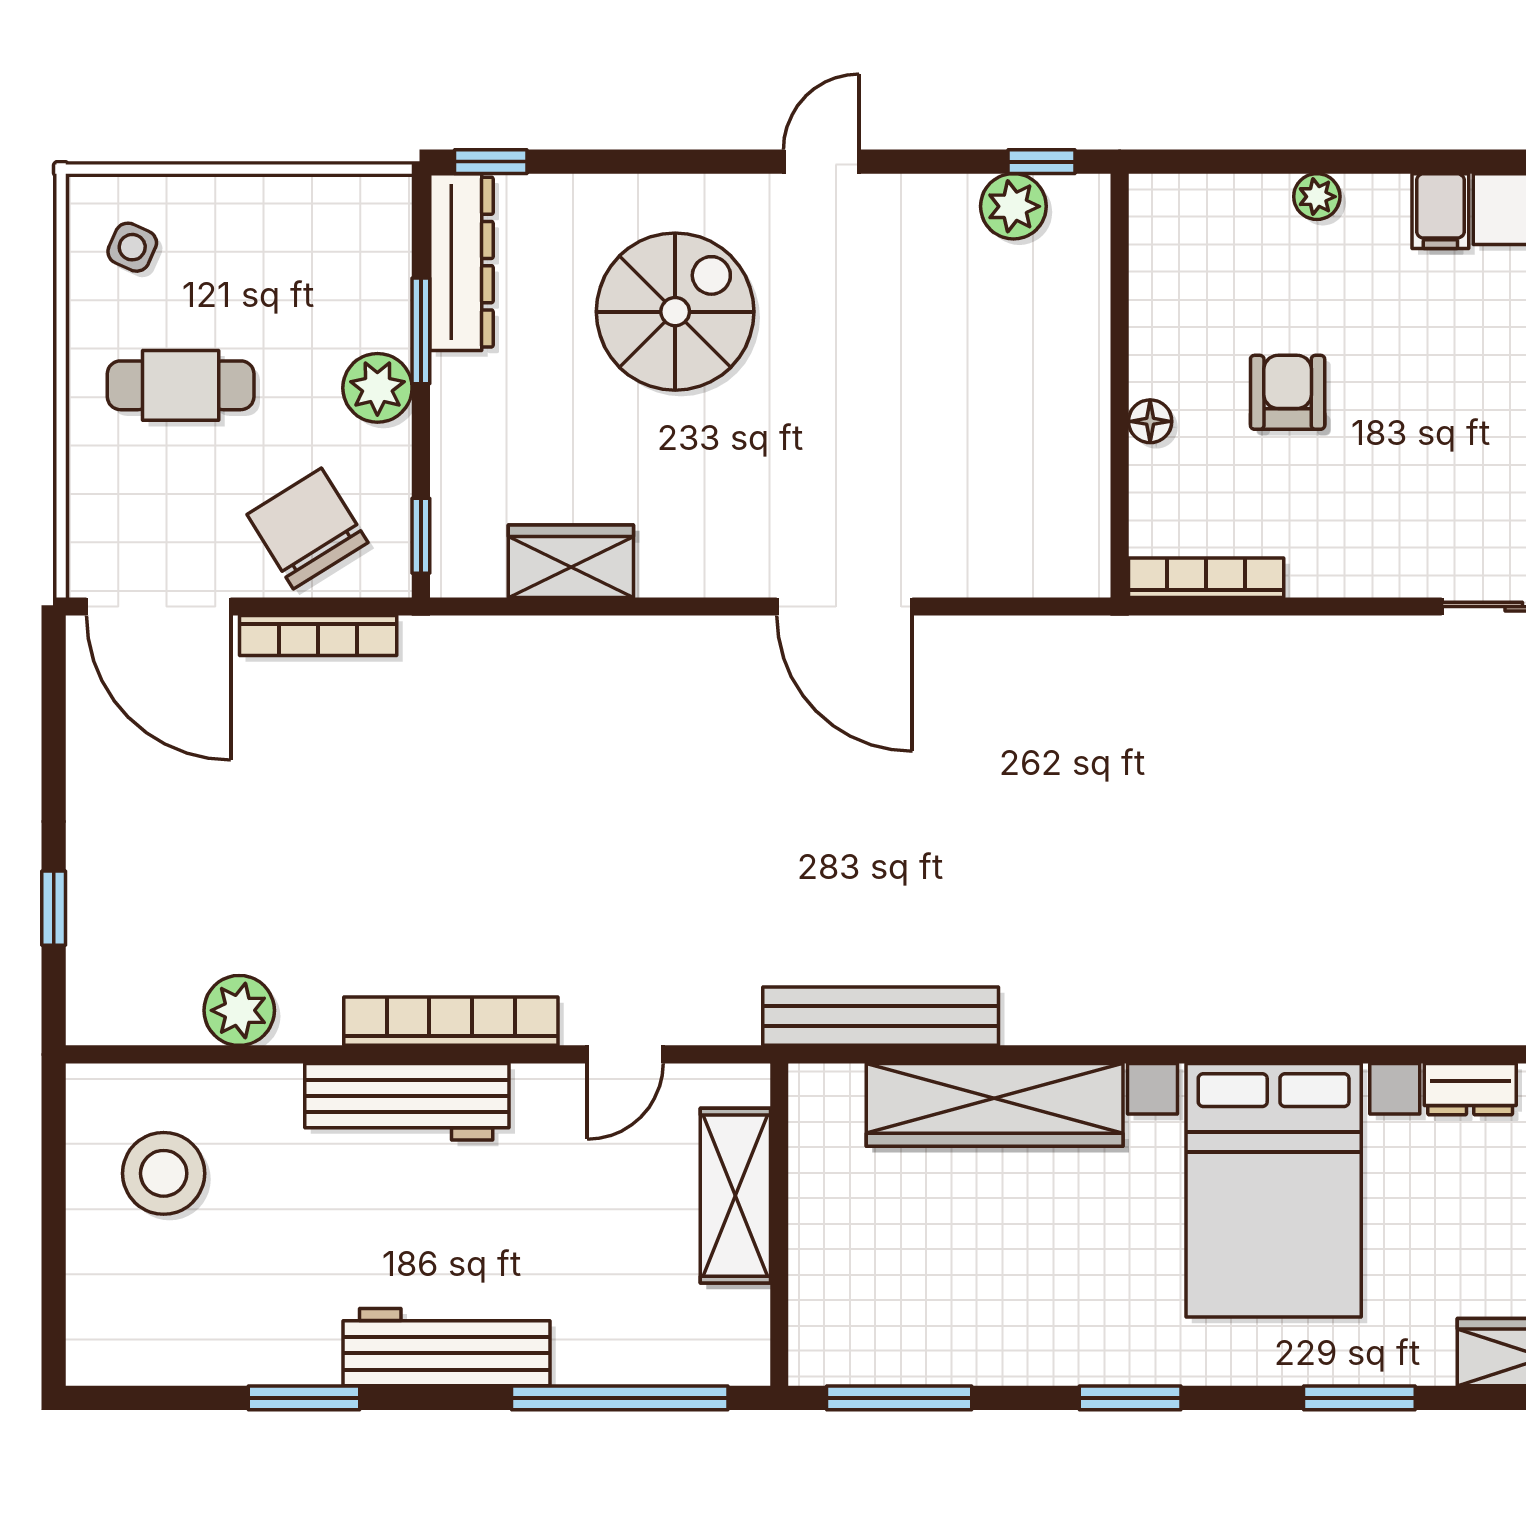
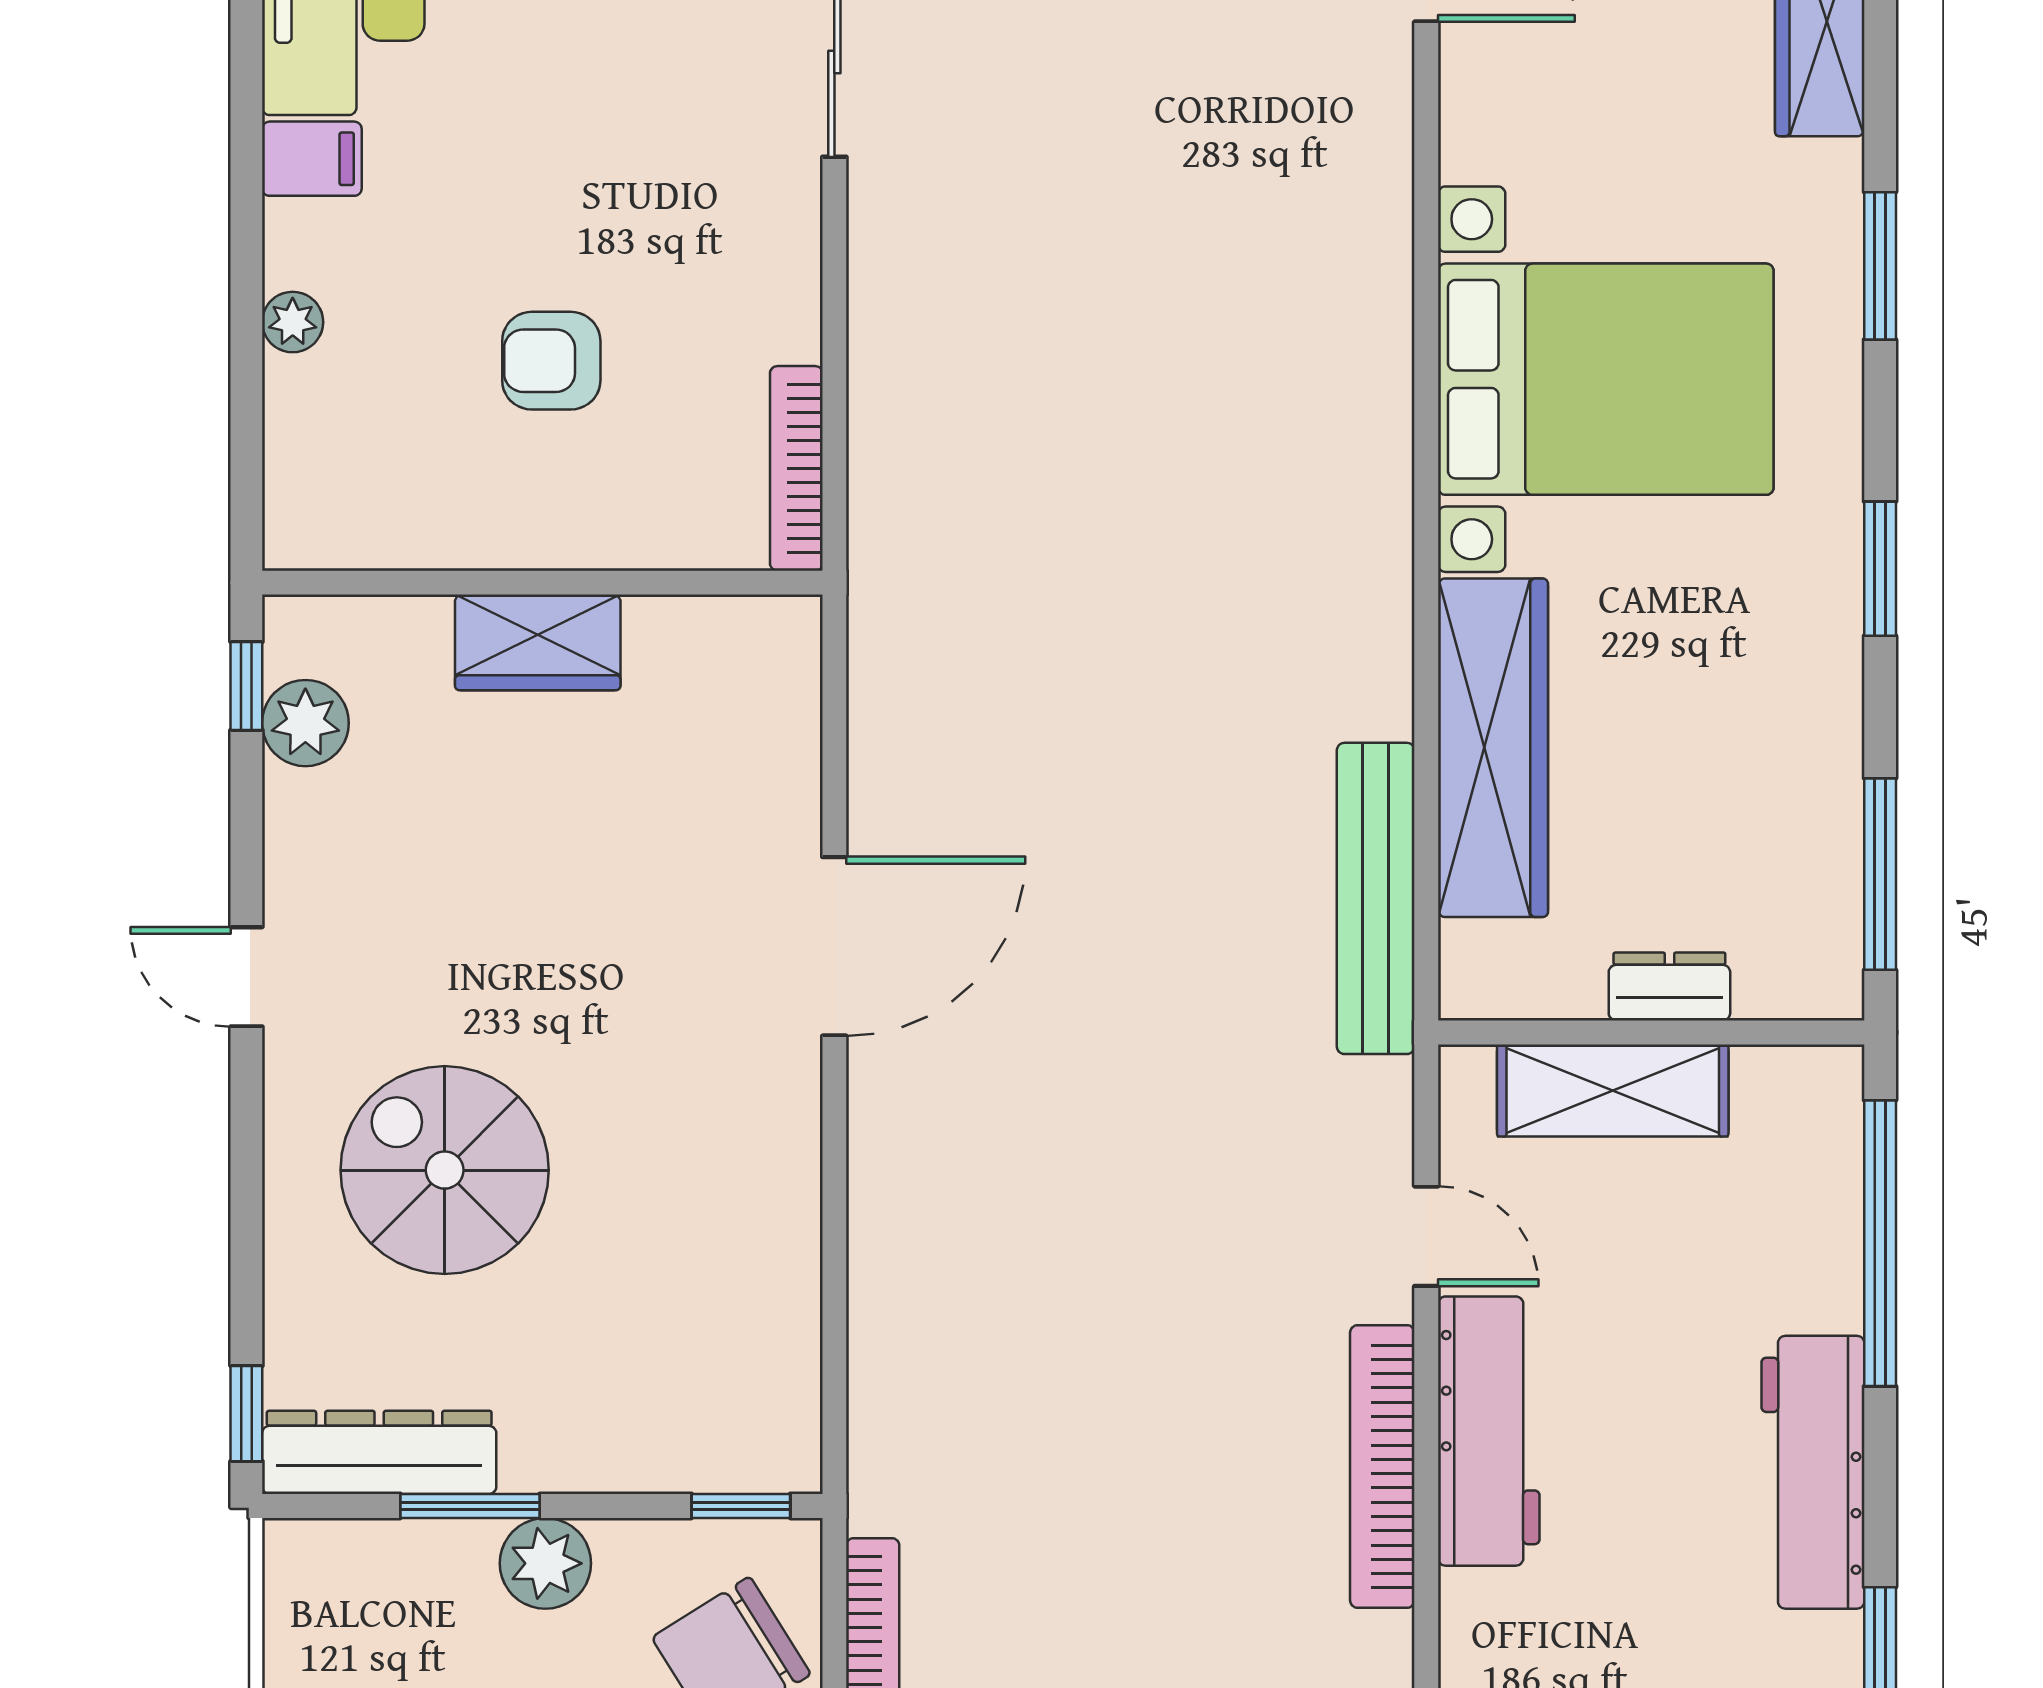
floor lamp: (1150, 421) -> (590, 542), removed
wardrobe: (571, 561) -> (538, 642), moved, turned -90
dresser: (1470, 1089) -> (1669, 987), moved, turned -90
workbench: (407, 1102) -> (1489, 1431), moved

